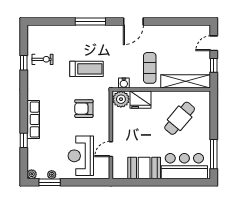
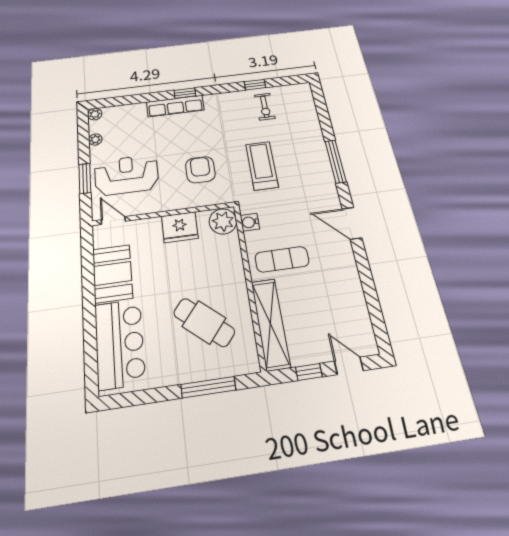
treadmill: (87, 69) -> (262, 166), turned 180
fridge: (140, 100) -> (180, 227), moved, turned -90
window: (24, 140) -> (185, 93), moved
door: (111, 149) -> (113, 221), moved
window: (214, 154) -> (208, 387), moved
window: (50, 182) -> (85, 178), moved

